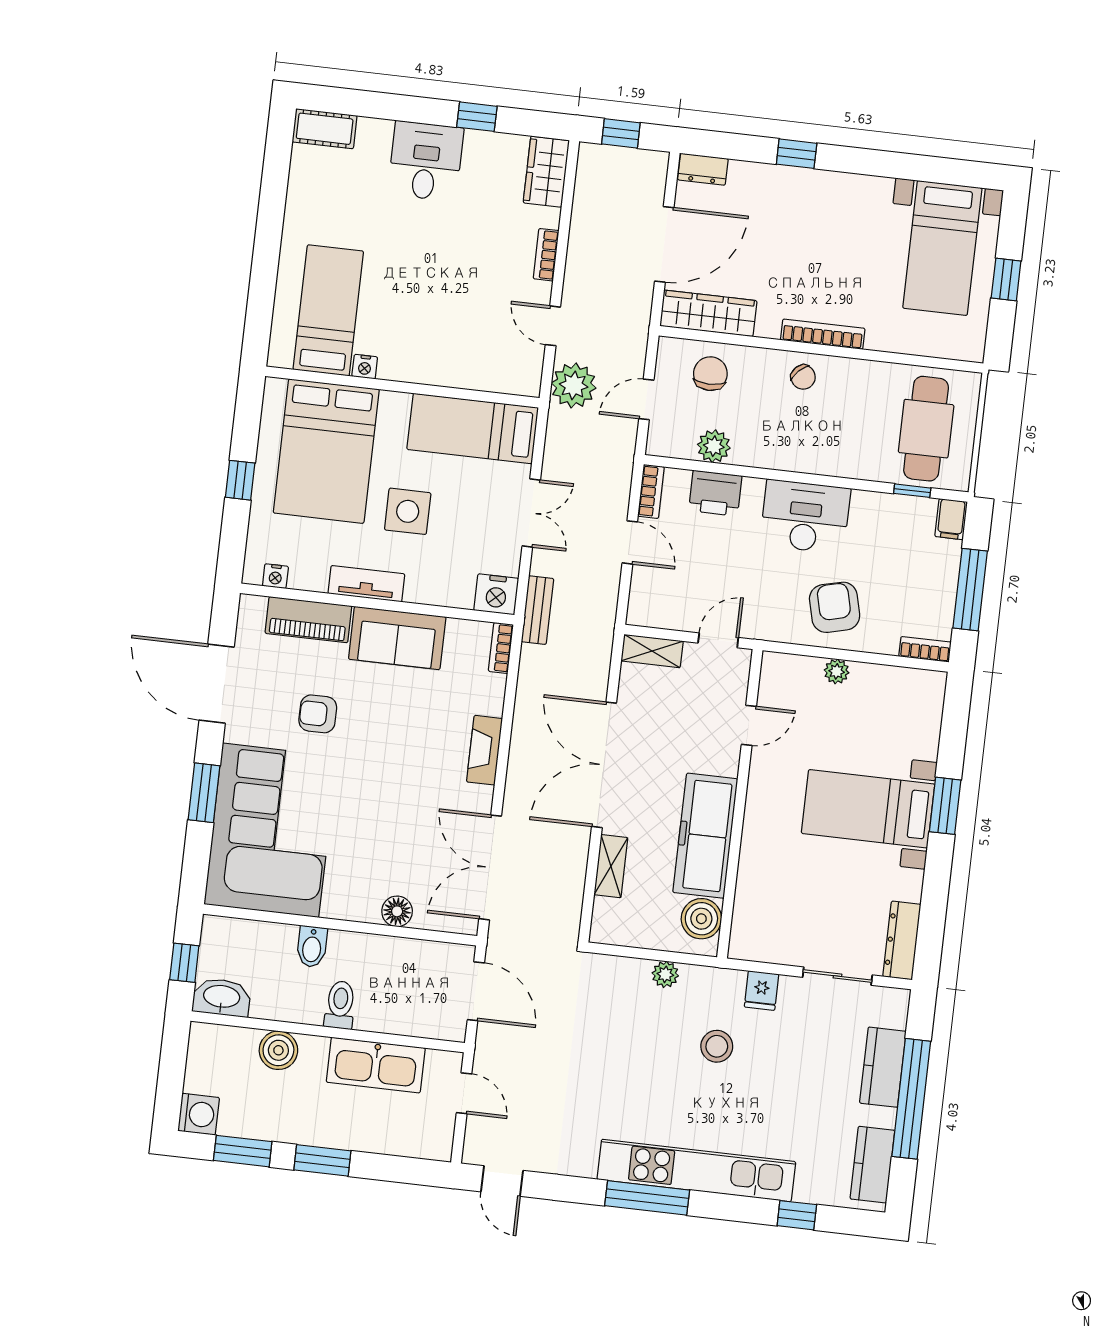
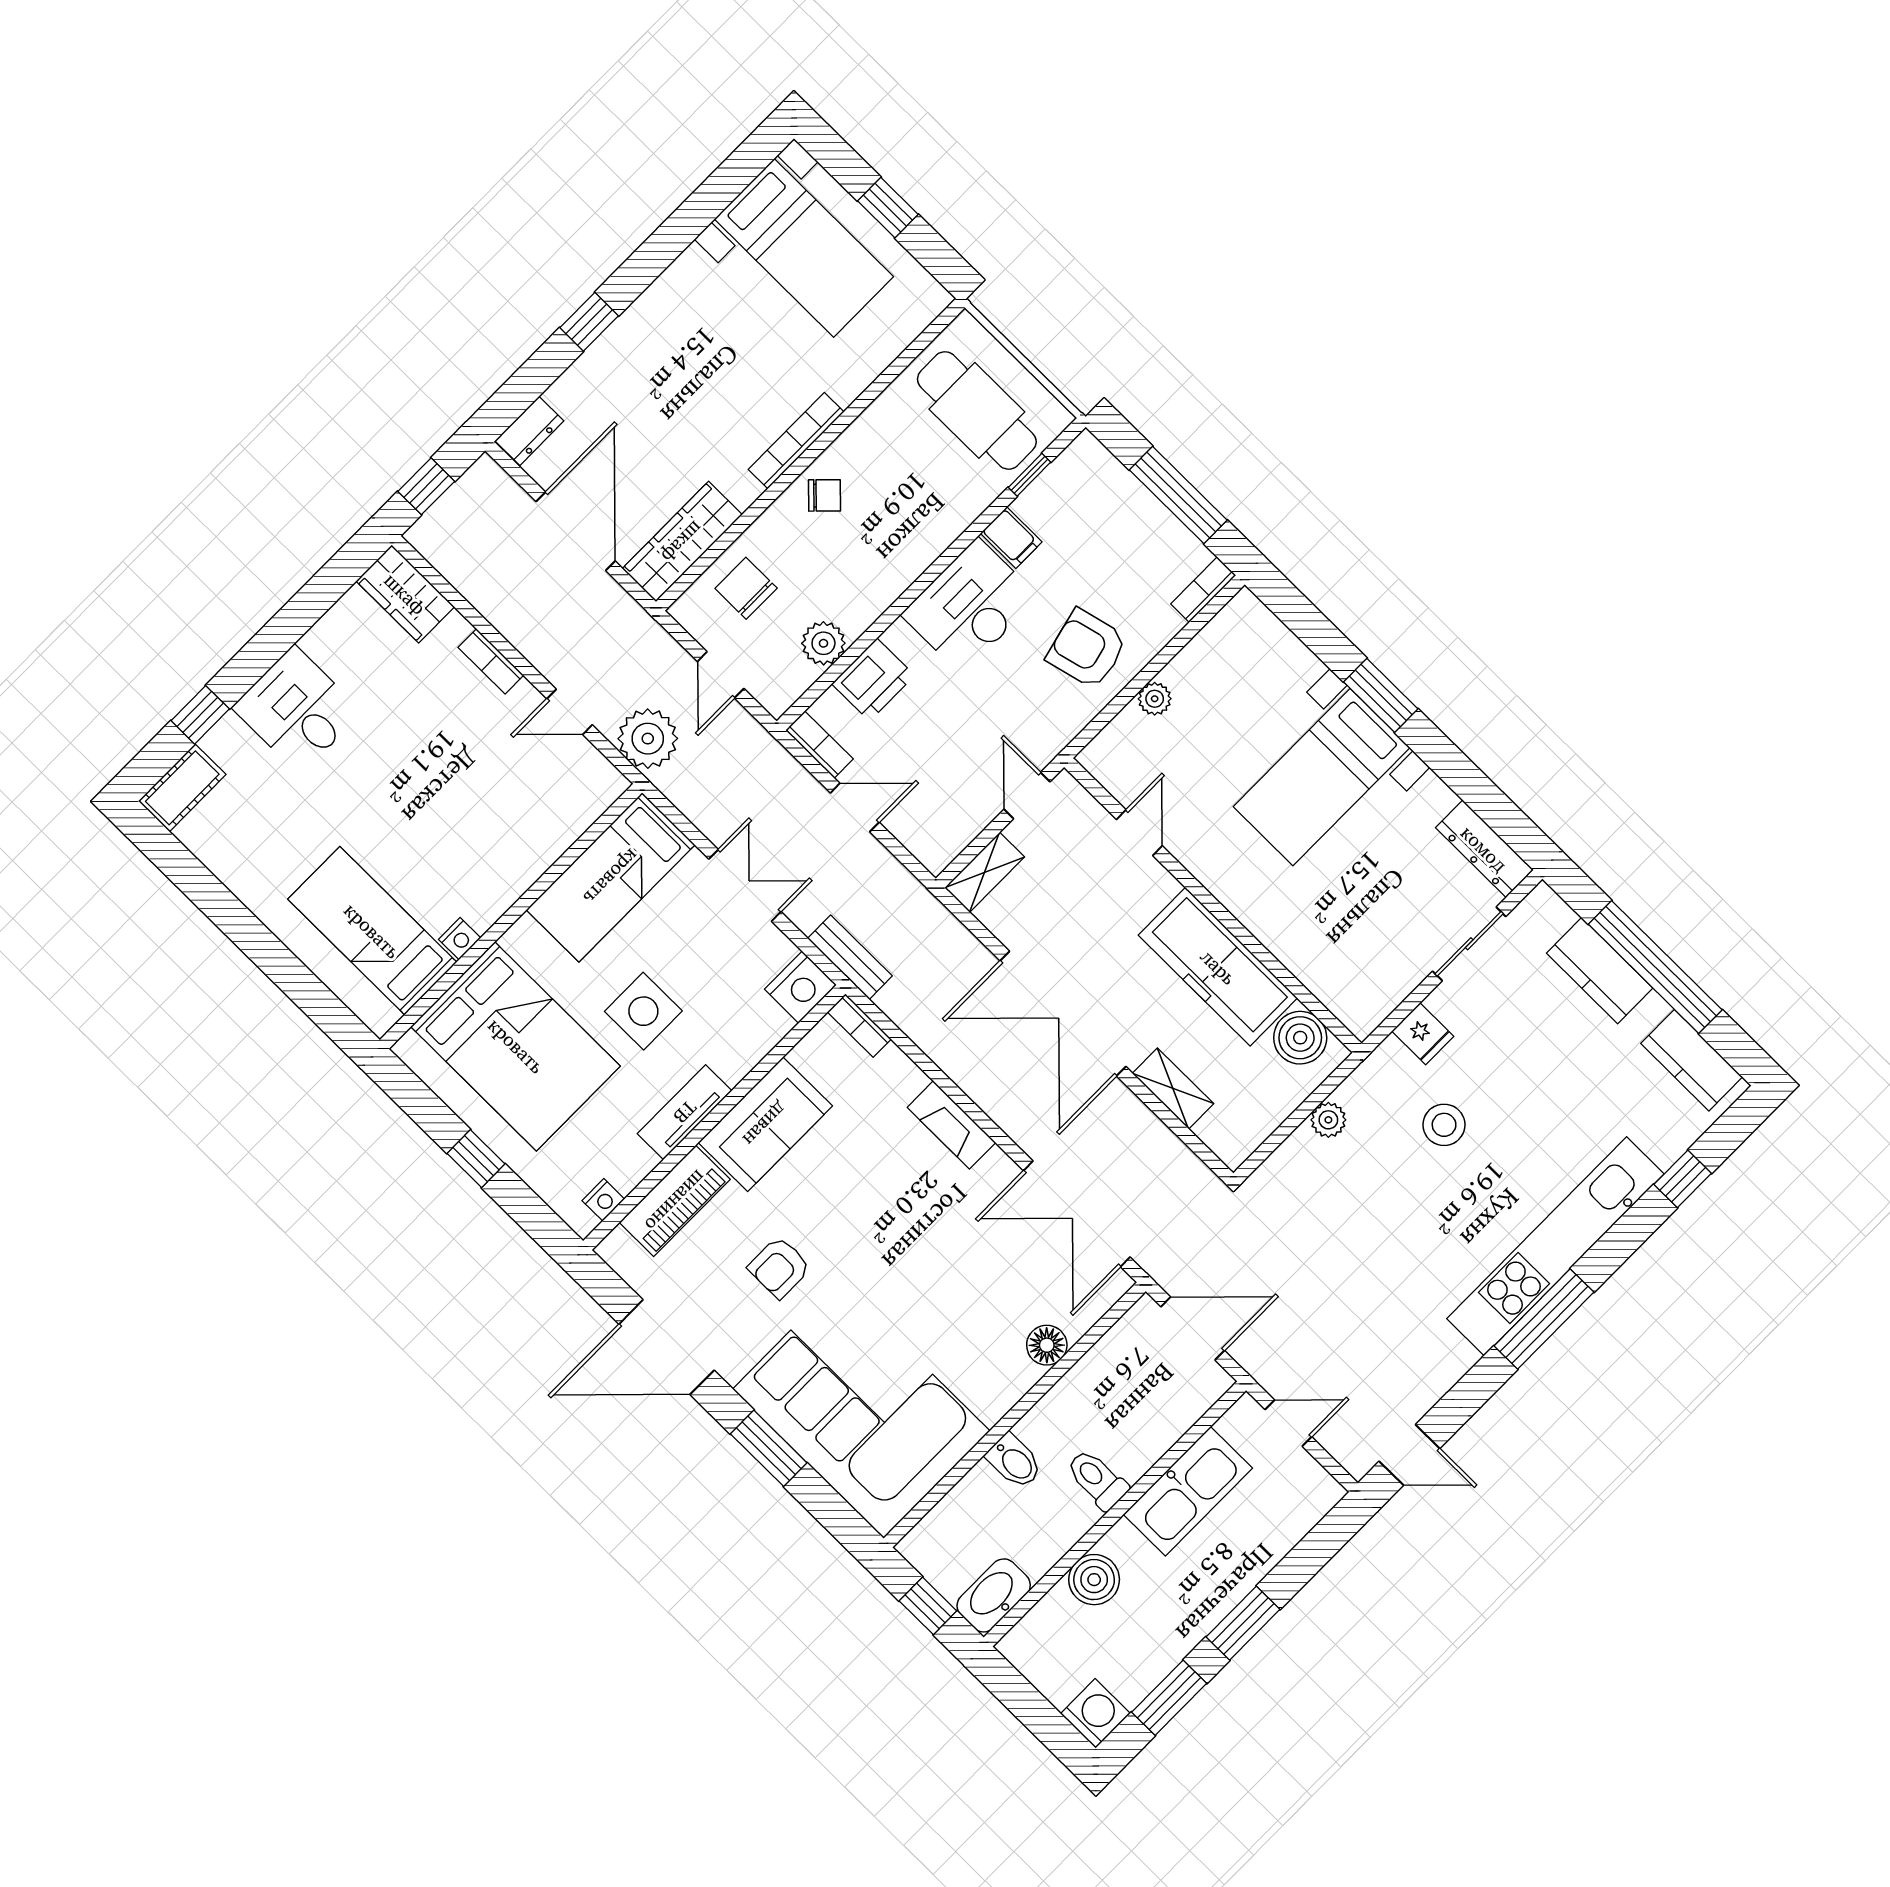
window: (477, 117) -> (200, 715), moved
filing cabinet: (951, 519) -> (1011, 538), moved

